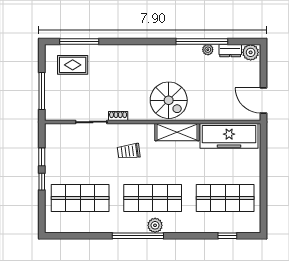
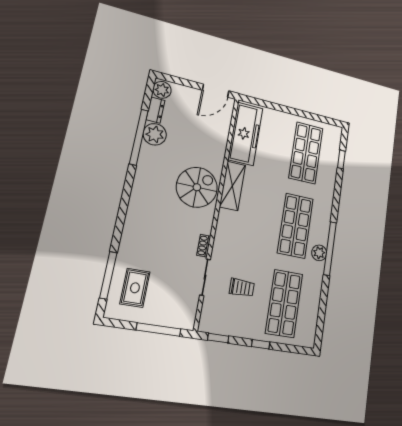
plant: (208, 50) -> (155, 134), width x1.88, depth x1.88
trolley: (129, 151) -> (242, 288), moved, turned -83
window: (42, 157) -> (218, 338), moved
plant: (155, 225) -> (319, 253), moved

